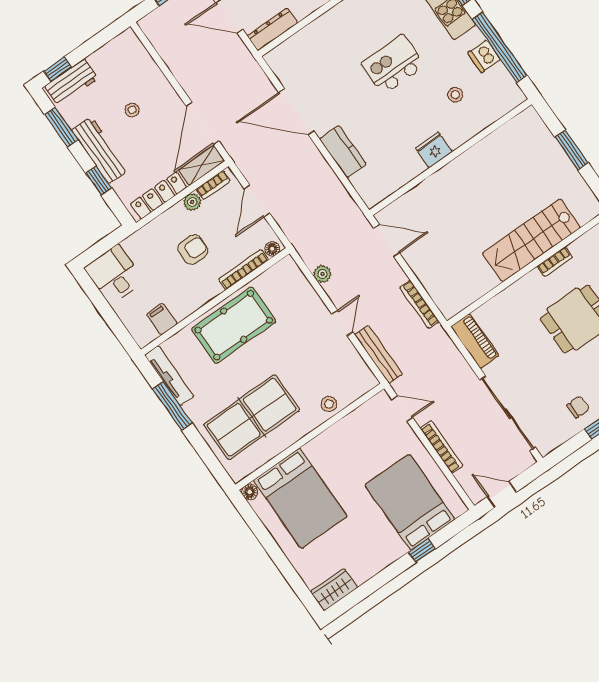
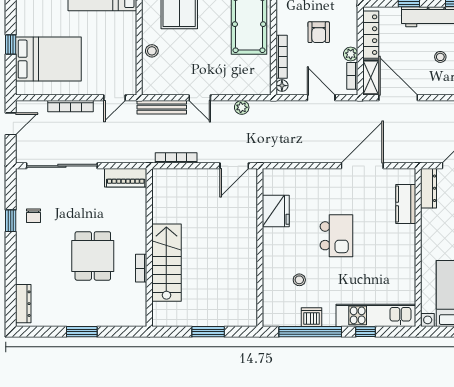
kitchen island: (393, 65) -> (336, 236), moved
fridge: (434, 150) -> (276, 211), moved, width x1.36, depth x1.34
kitchen counter: (343, 152) -> (406, 204), moved, turned 90

